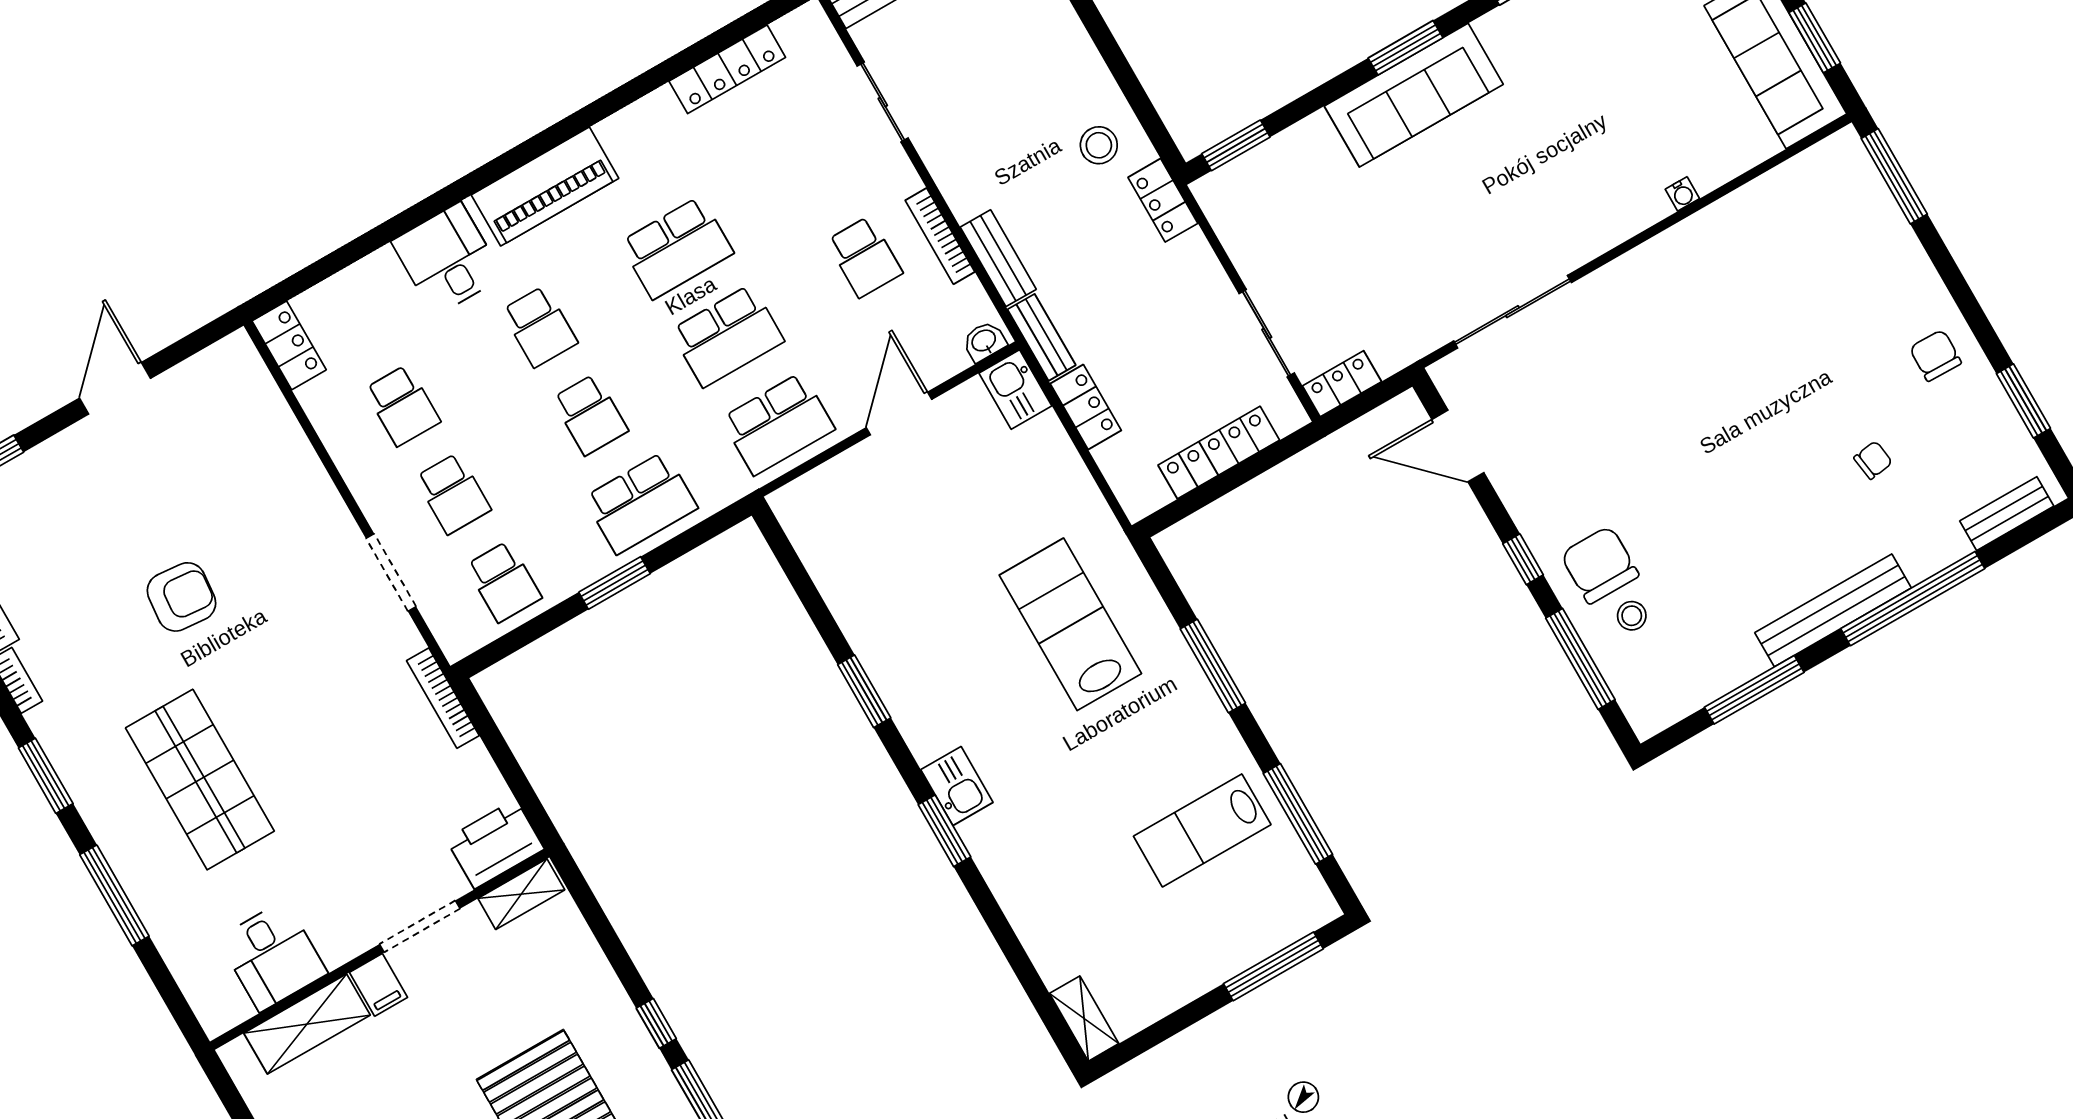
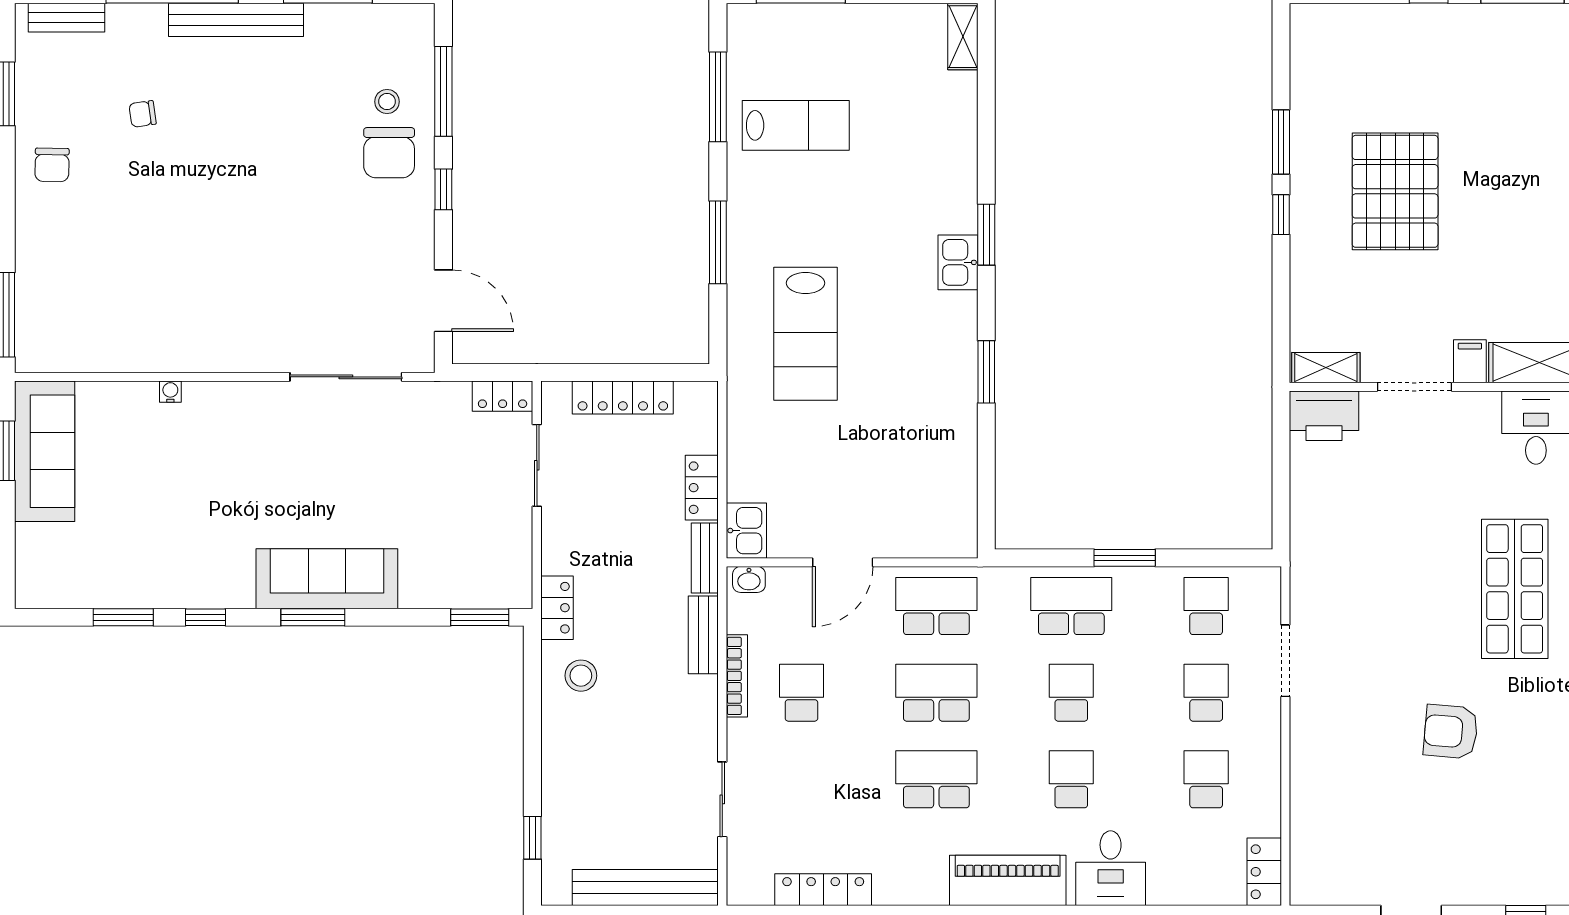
bookcase: (443, 698) -> (1301, 546), removed

